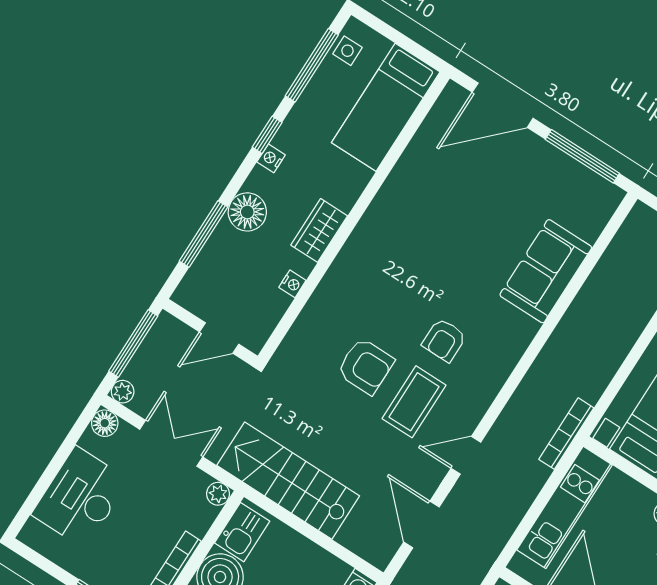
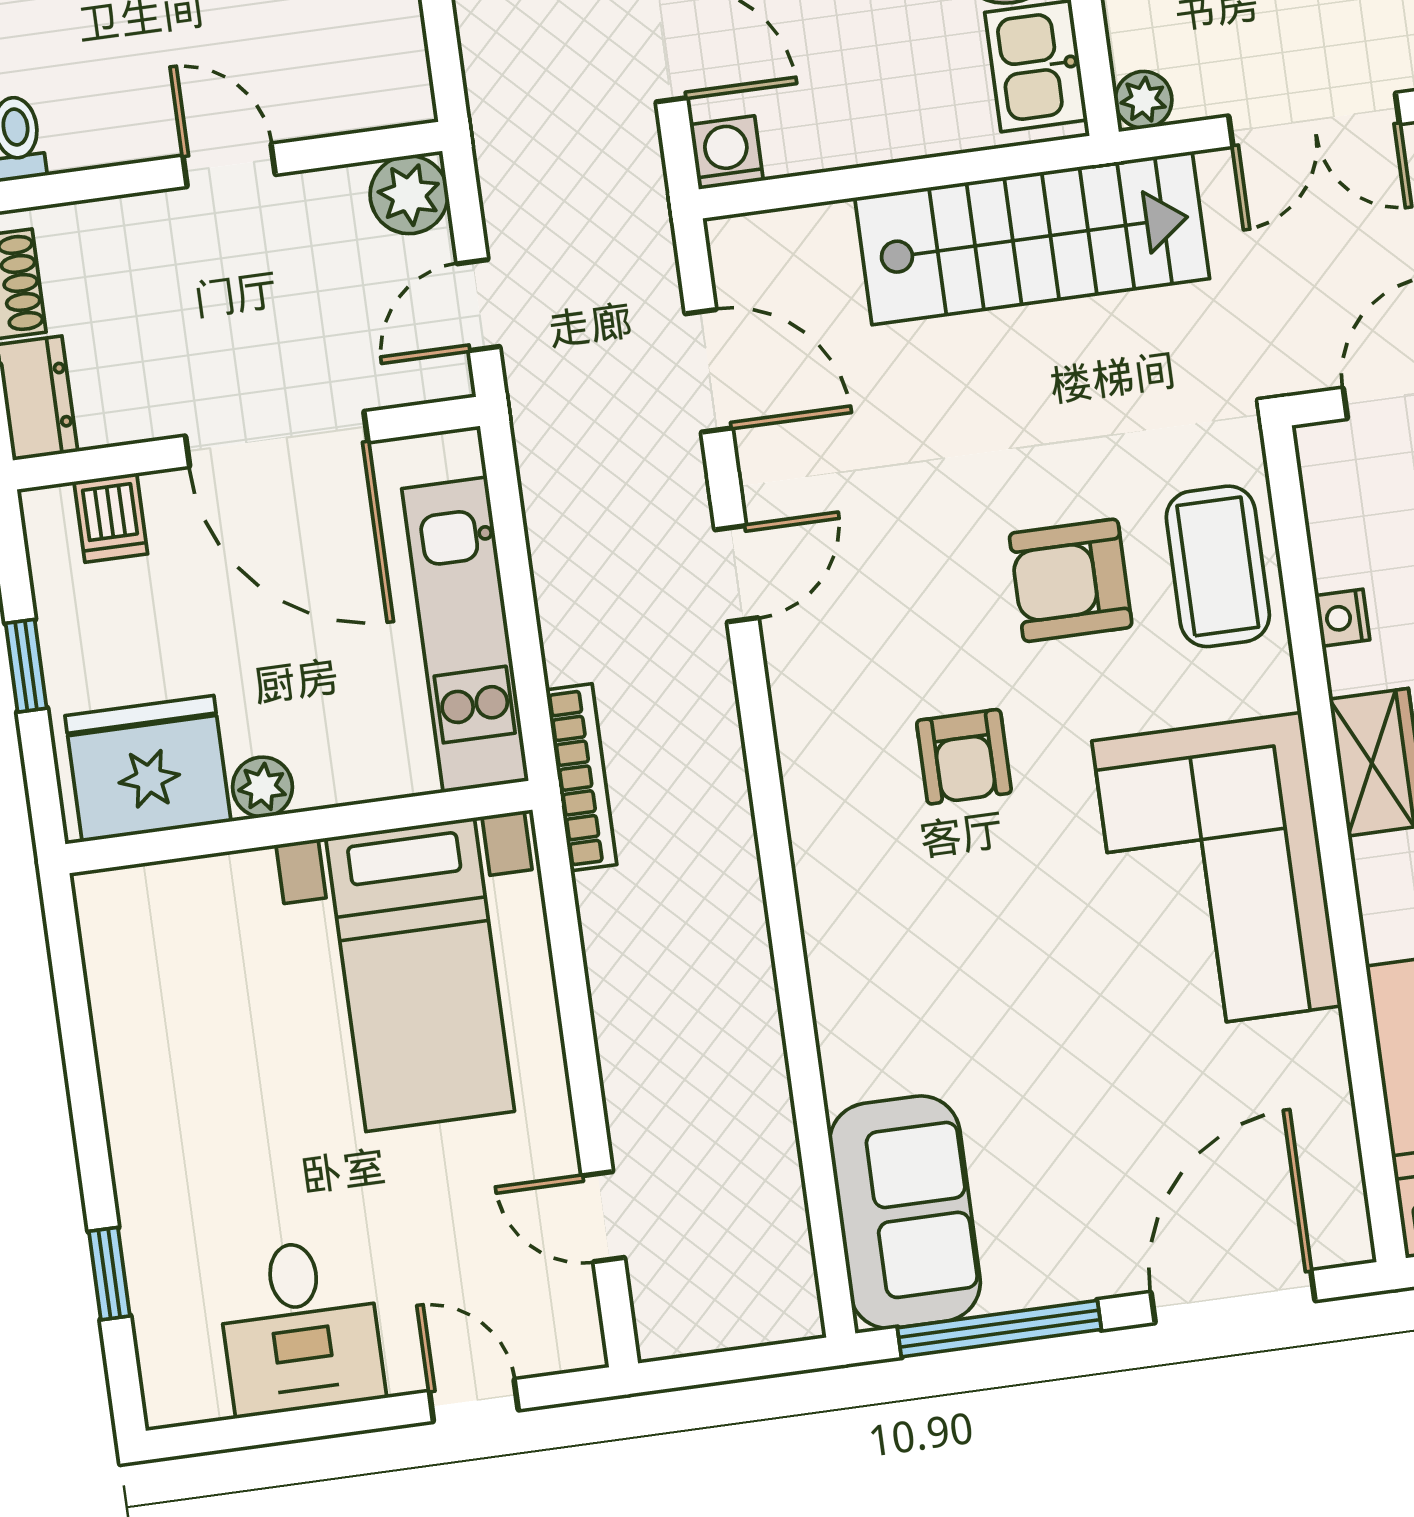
corner sofa: (397, 239) -> (1217, 873), added
sofa: (546, 271) -> (905, 1212), moved
armchair: (444, 340) -> (964, 757), turned 180
coffee table: (414, 402) -> (1218, 566), moved

